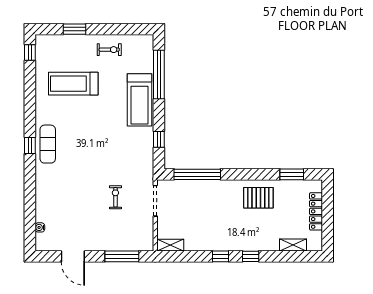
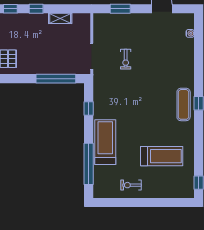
window: (75, 29) -> (161, 203), removed
shelving: (170, 245) -> (60, 18), moved
window: (122, 256) -> (120, 9), width x0.69

